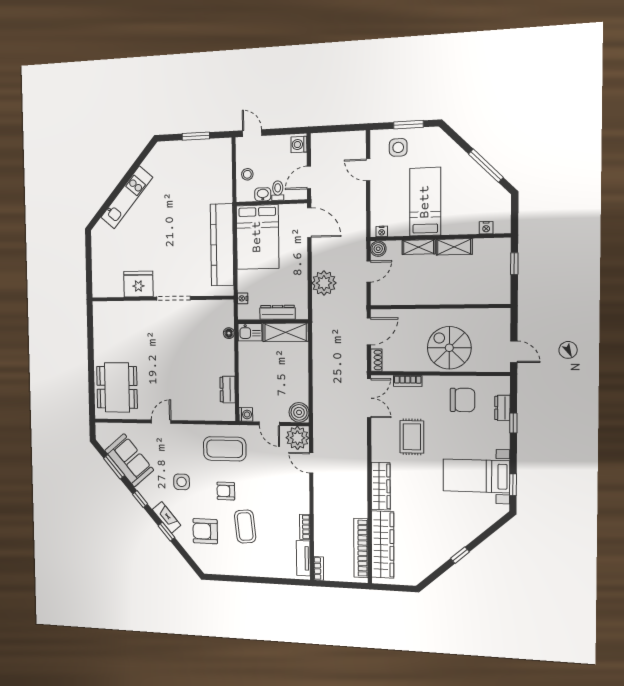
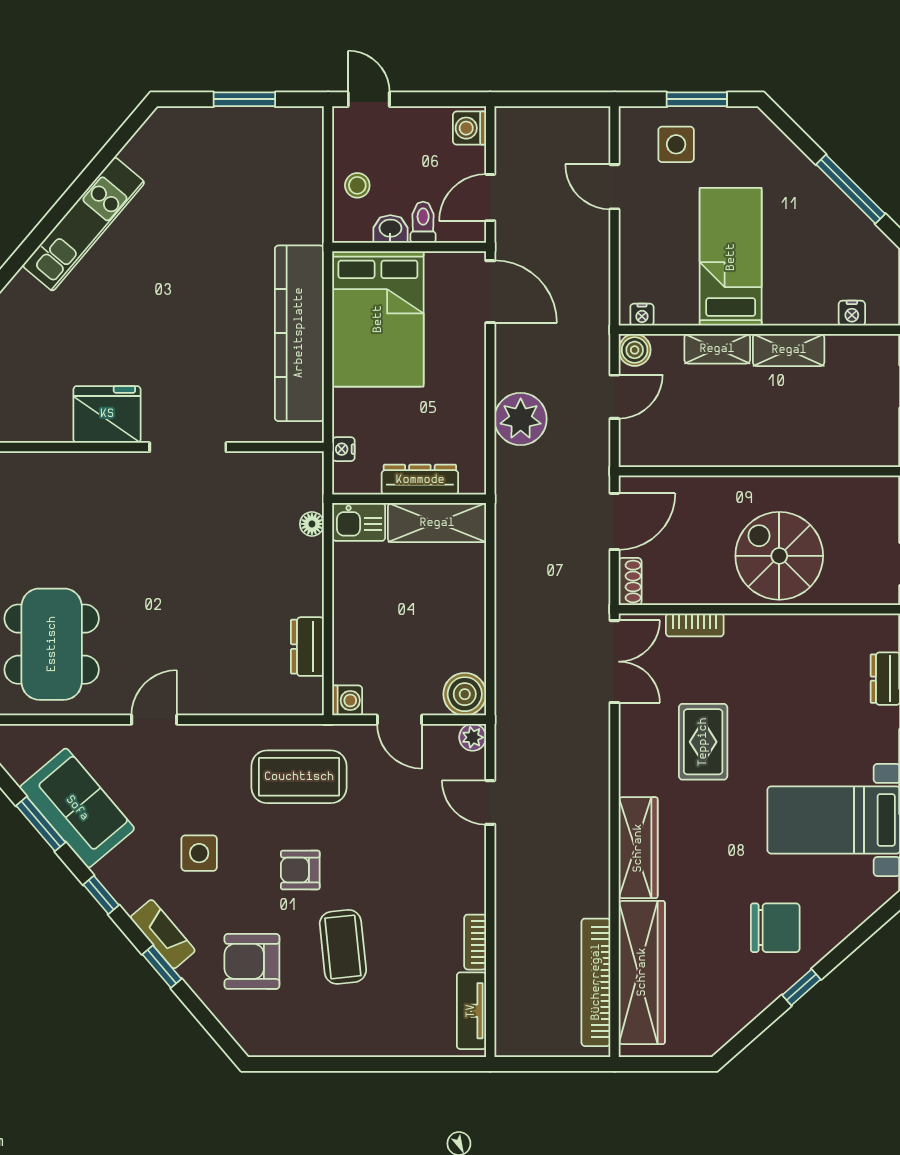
chair: (462, 400) -> (775, 928), moved
plant: (297, 438) -> (473, 737), width x0.53, depth x0.53
bookcase: (319, 568) -> (505, 1031), removed

